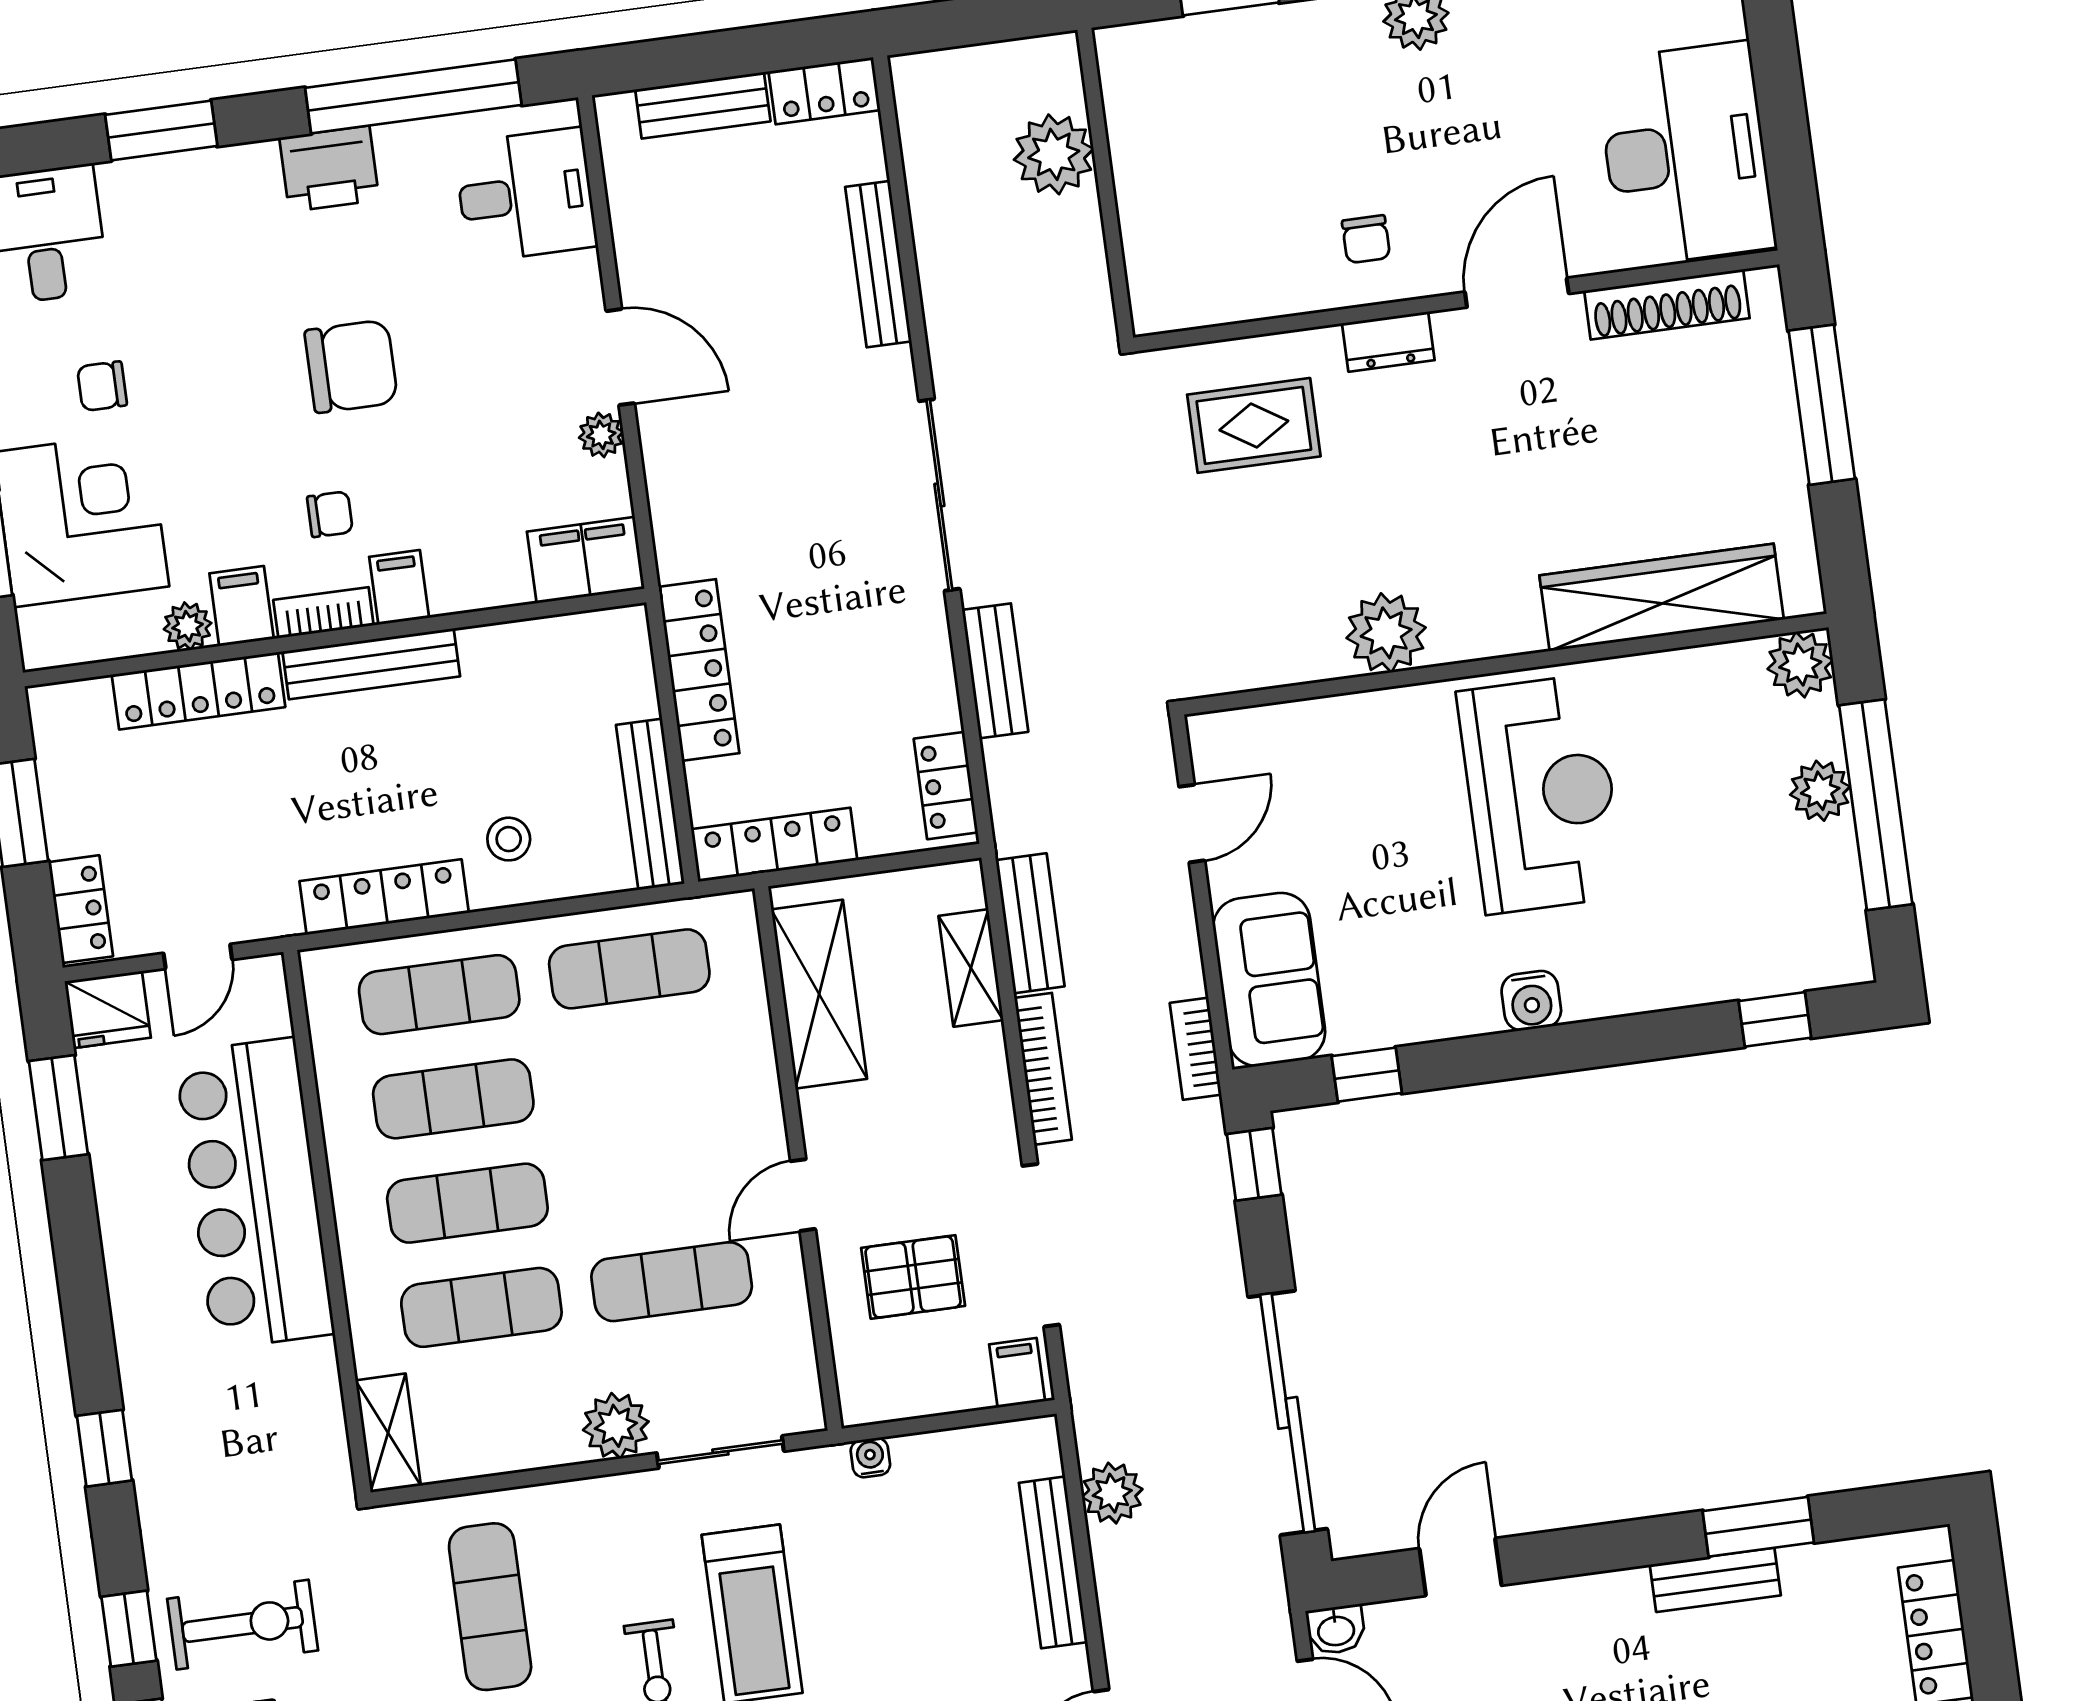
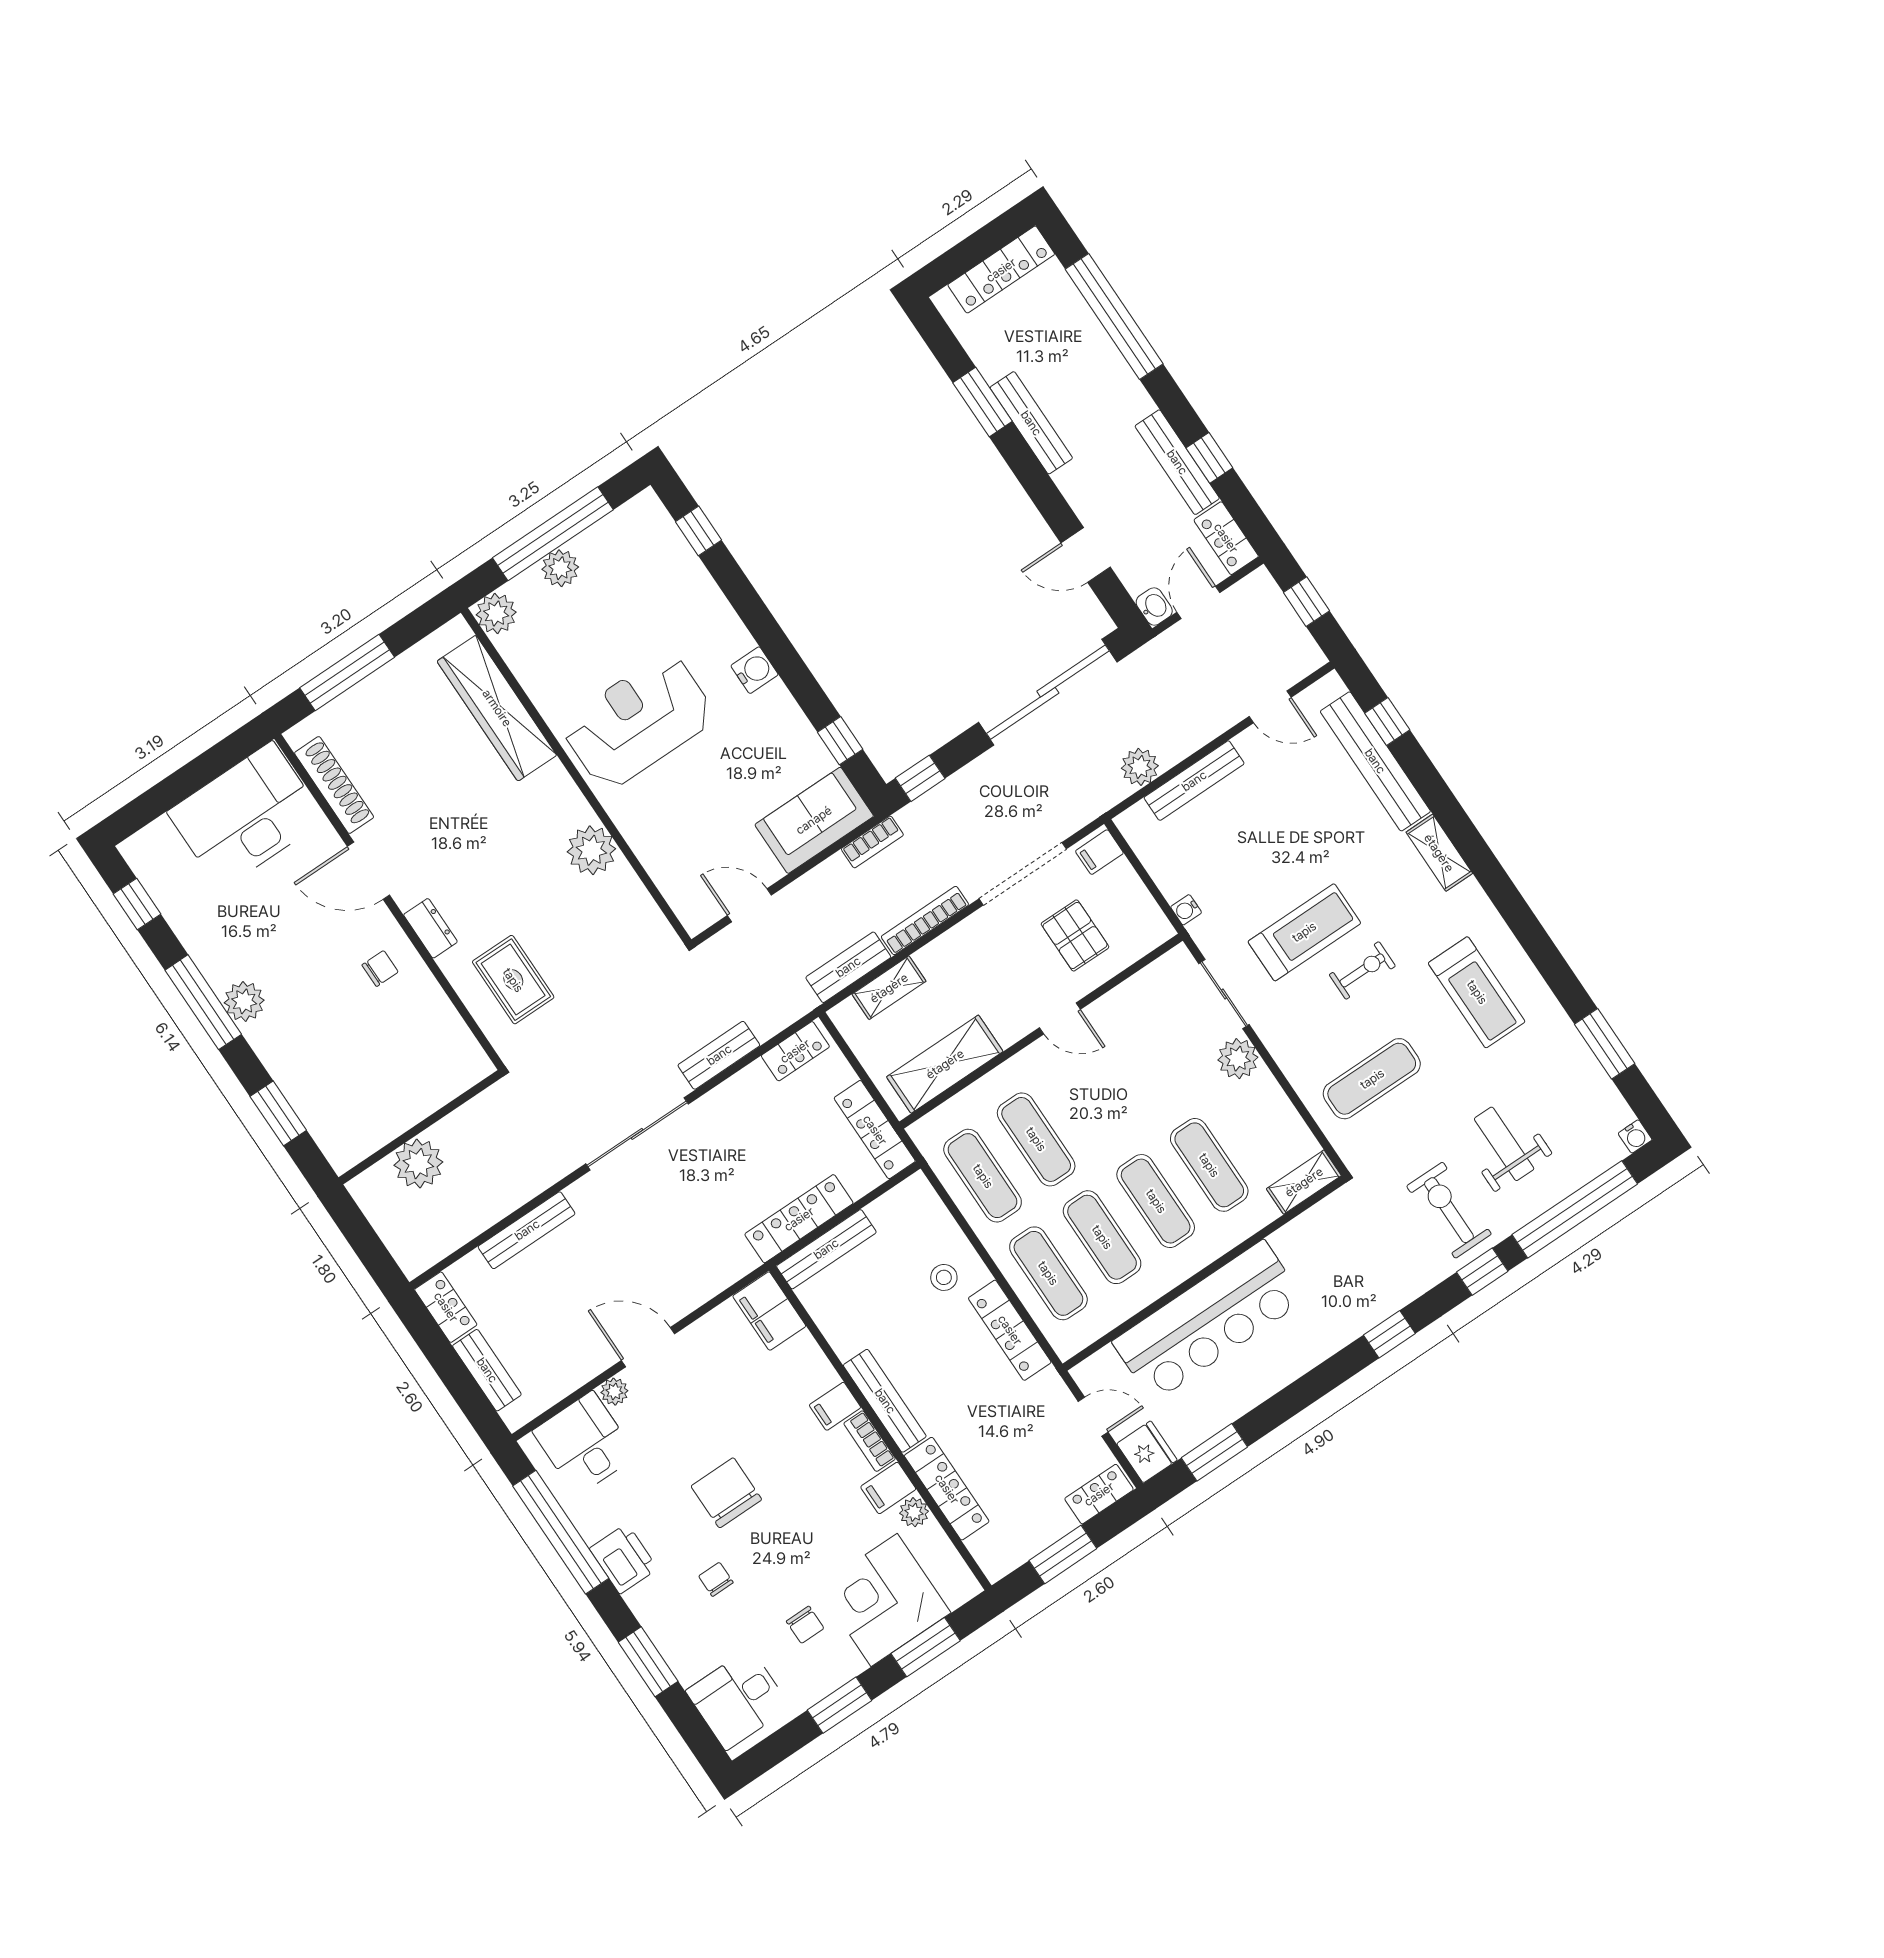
door: (620, 357) -> (648, 1347), hinge flipped
plant: (601, 435) -> (614, 1392), moved
chair: (330, 514) -> (716, 1579), moved
bench: (650, 804) -> (826, 1249), moved
exercise mat: (672, 1282) -> (1036, 1139), moved
bench: (1715, 1580) -> (1031, 423), width x1.36

